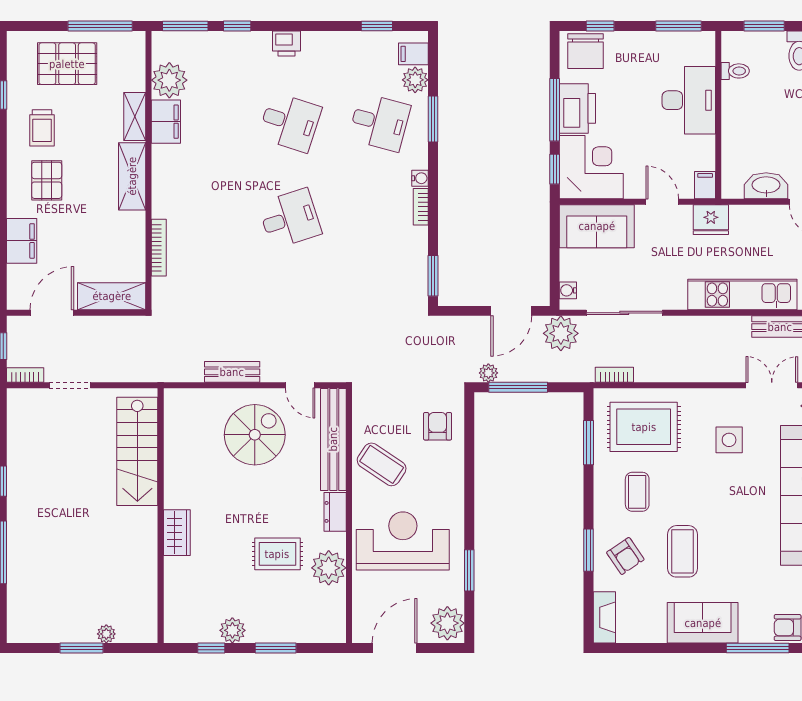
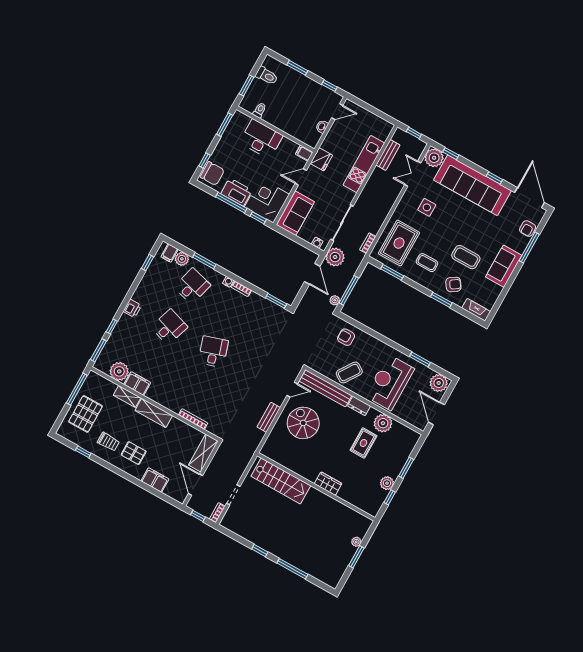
washbasin: (766, 186) -> (322, 126), width x0.52, depth x0.69

